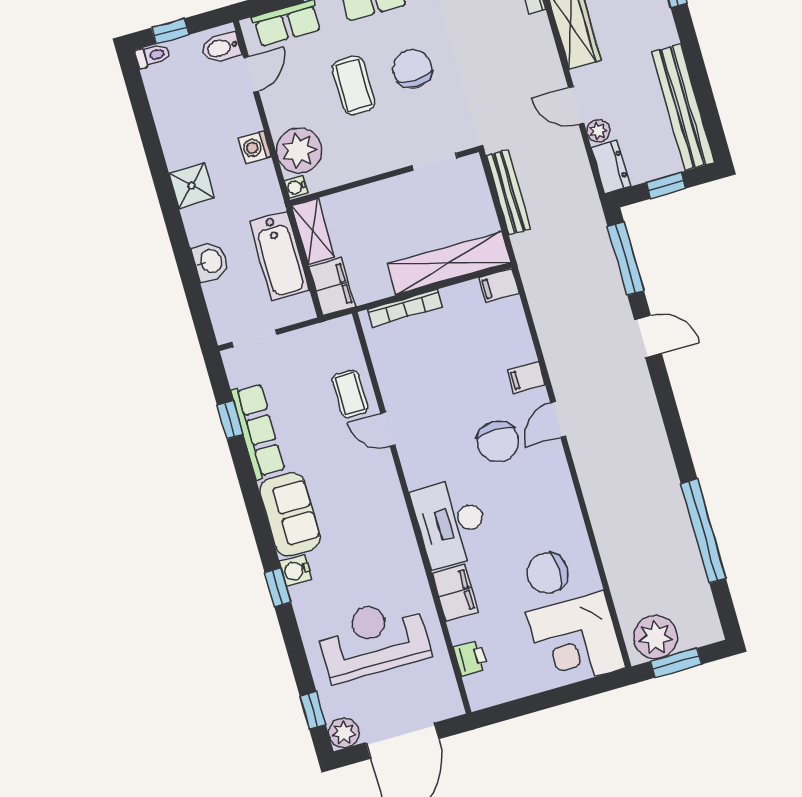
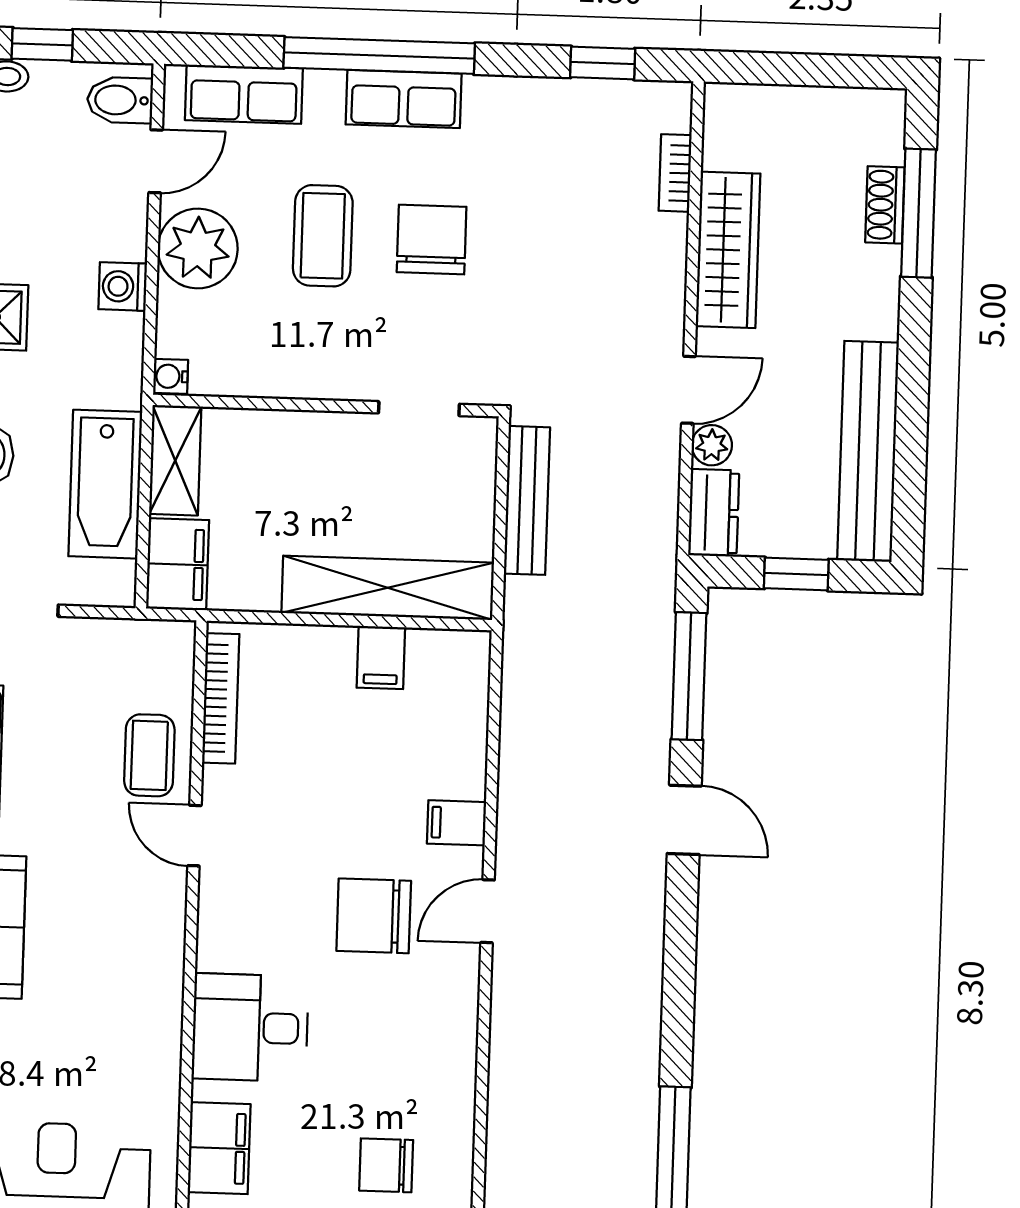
door: (576, 105) -> (688, 390), swing flipped
plant: (299, 151) -> (198, 248), moved
filing cabinet: (499, 285) -> (381, 657), moved, turned -90
bookcase: (405, 308) -> (221, 698), moved, turned -90
chair: (498, 441) -> (374, 916), turned 90
desk: (451, 523) -> (250, 1028), width x0.73
chair: (548, 573) -> (386, 1165), width x0.73, depth x0.73

